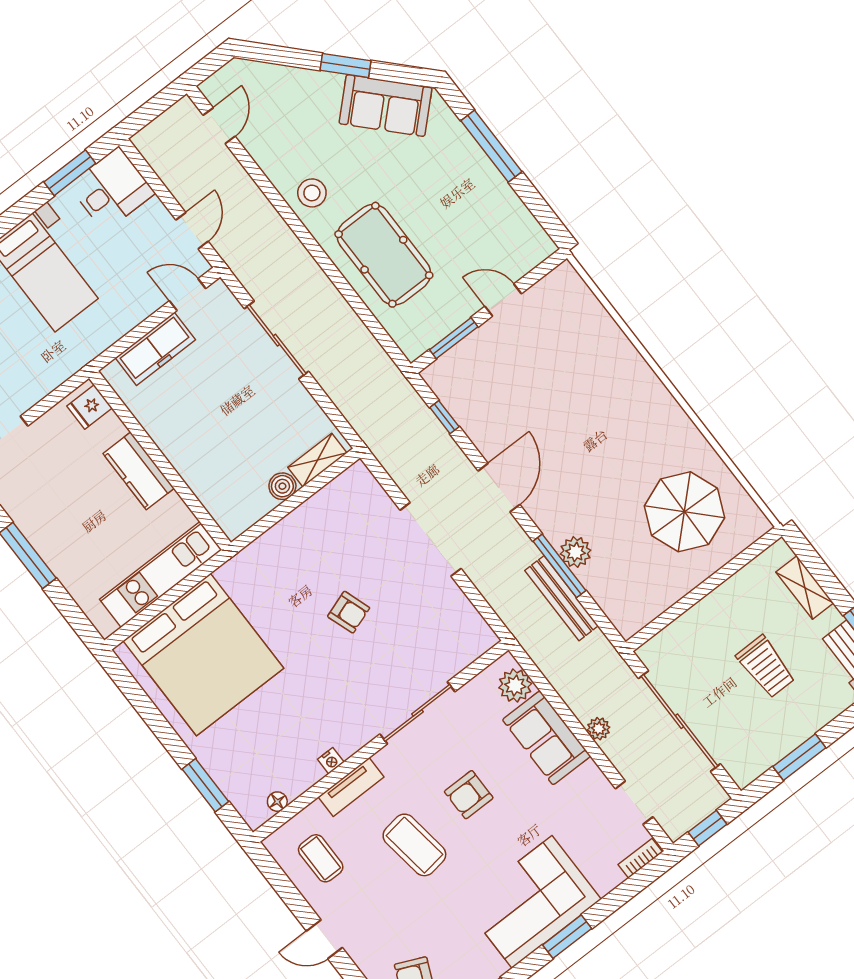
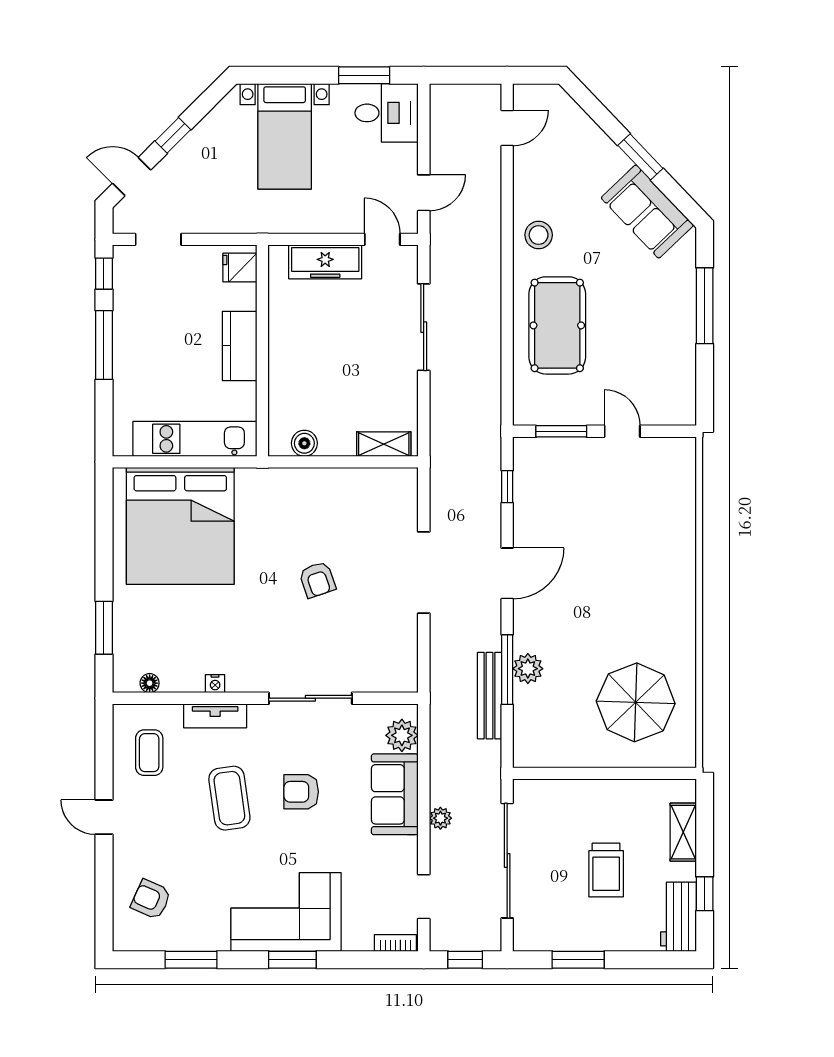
boiler: (282, 486) -> (304, 443), moved

